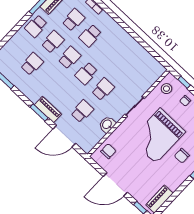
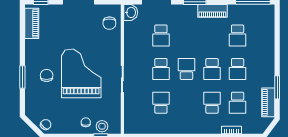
school desk: (36, 26) -> (161, 103), moved
stool: (166, 89) -> (102, 126), moved
piano: (48, 110) -> (212, 11), moved
washbasin: (107, 124) -> (131, 12), moved

